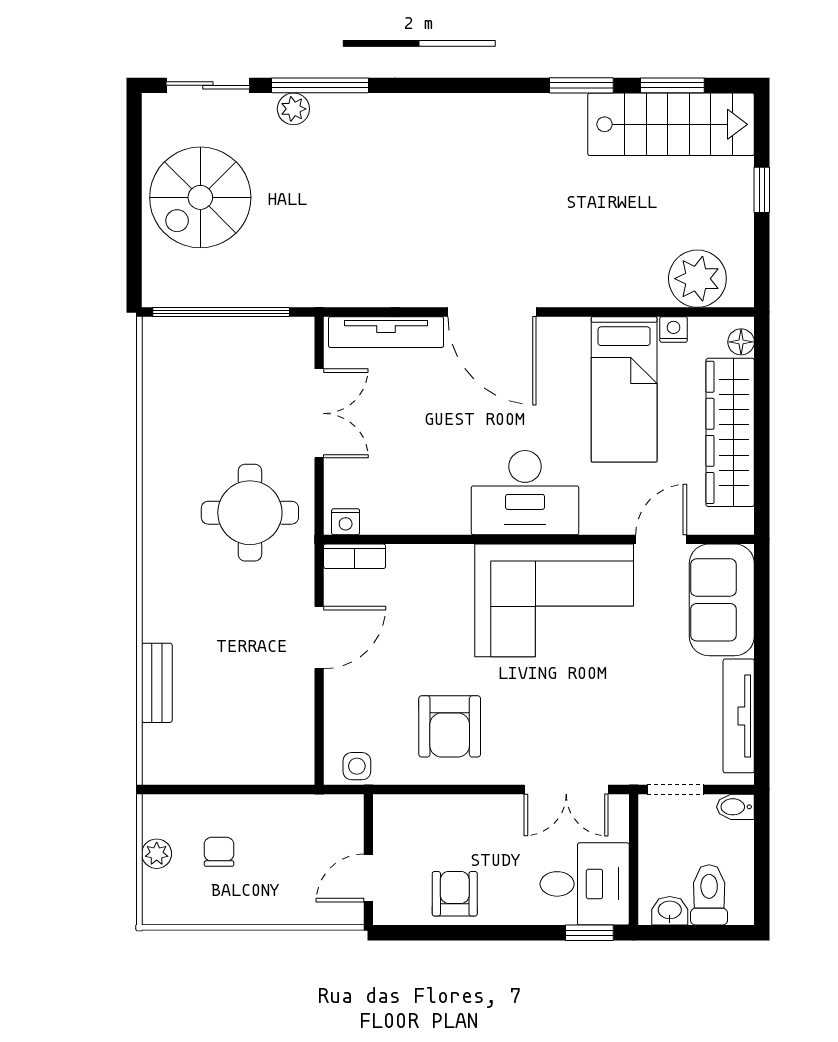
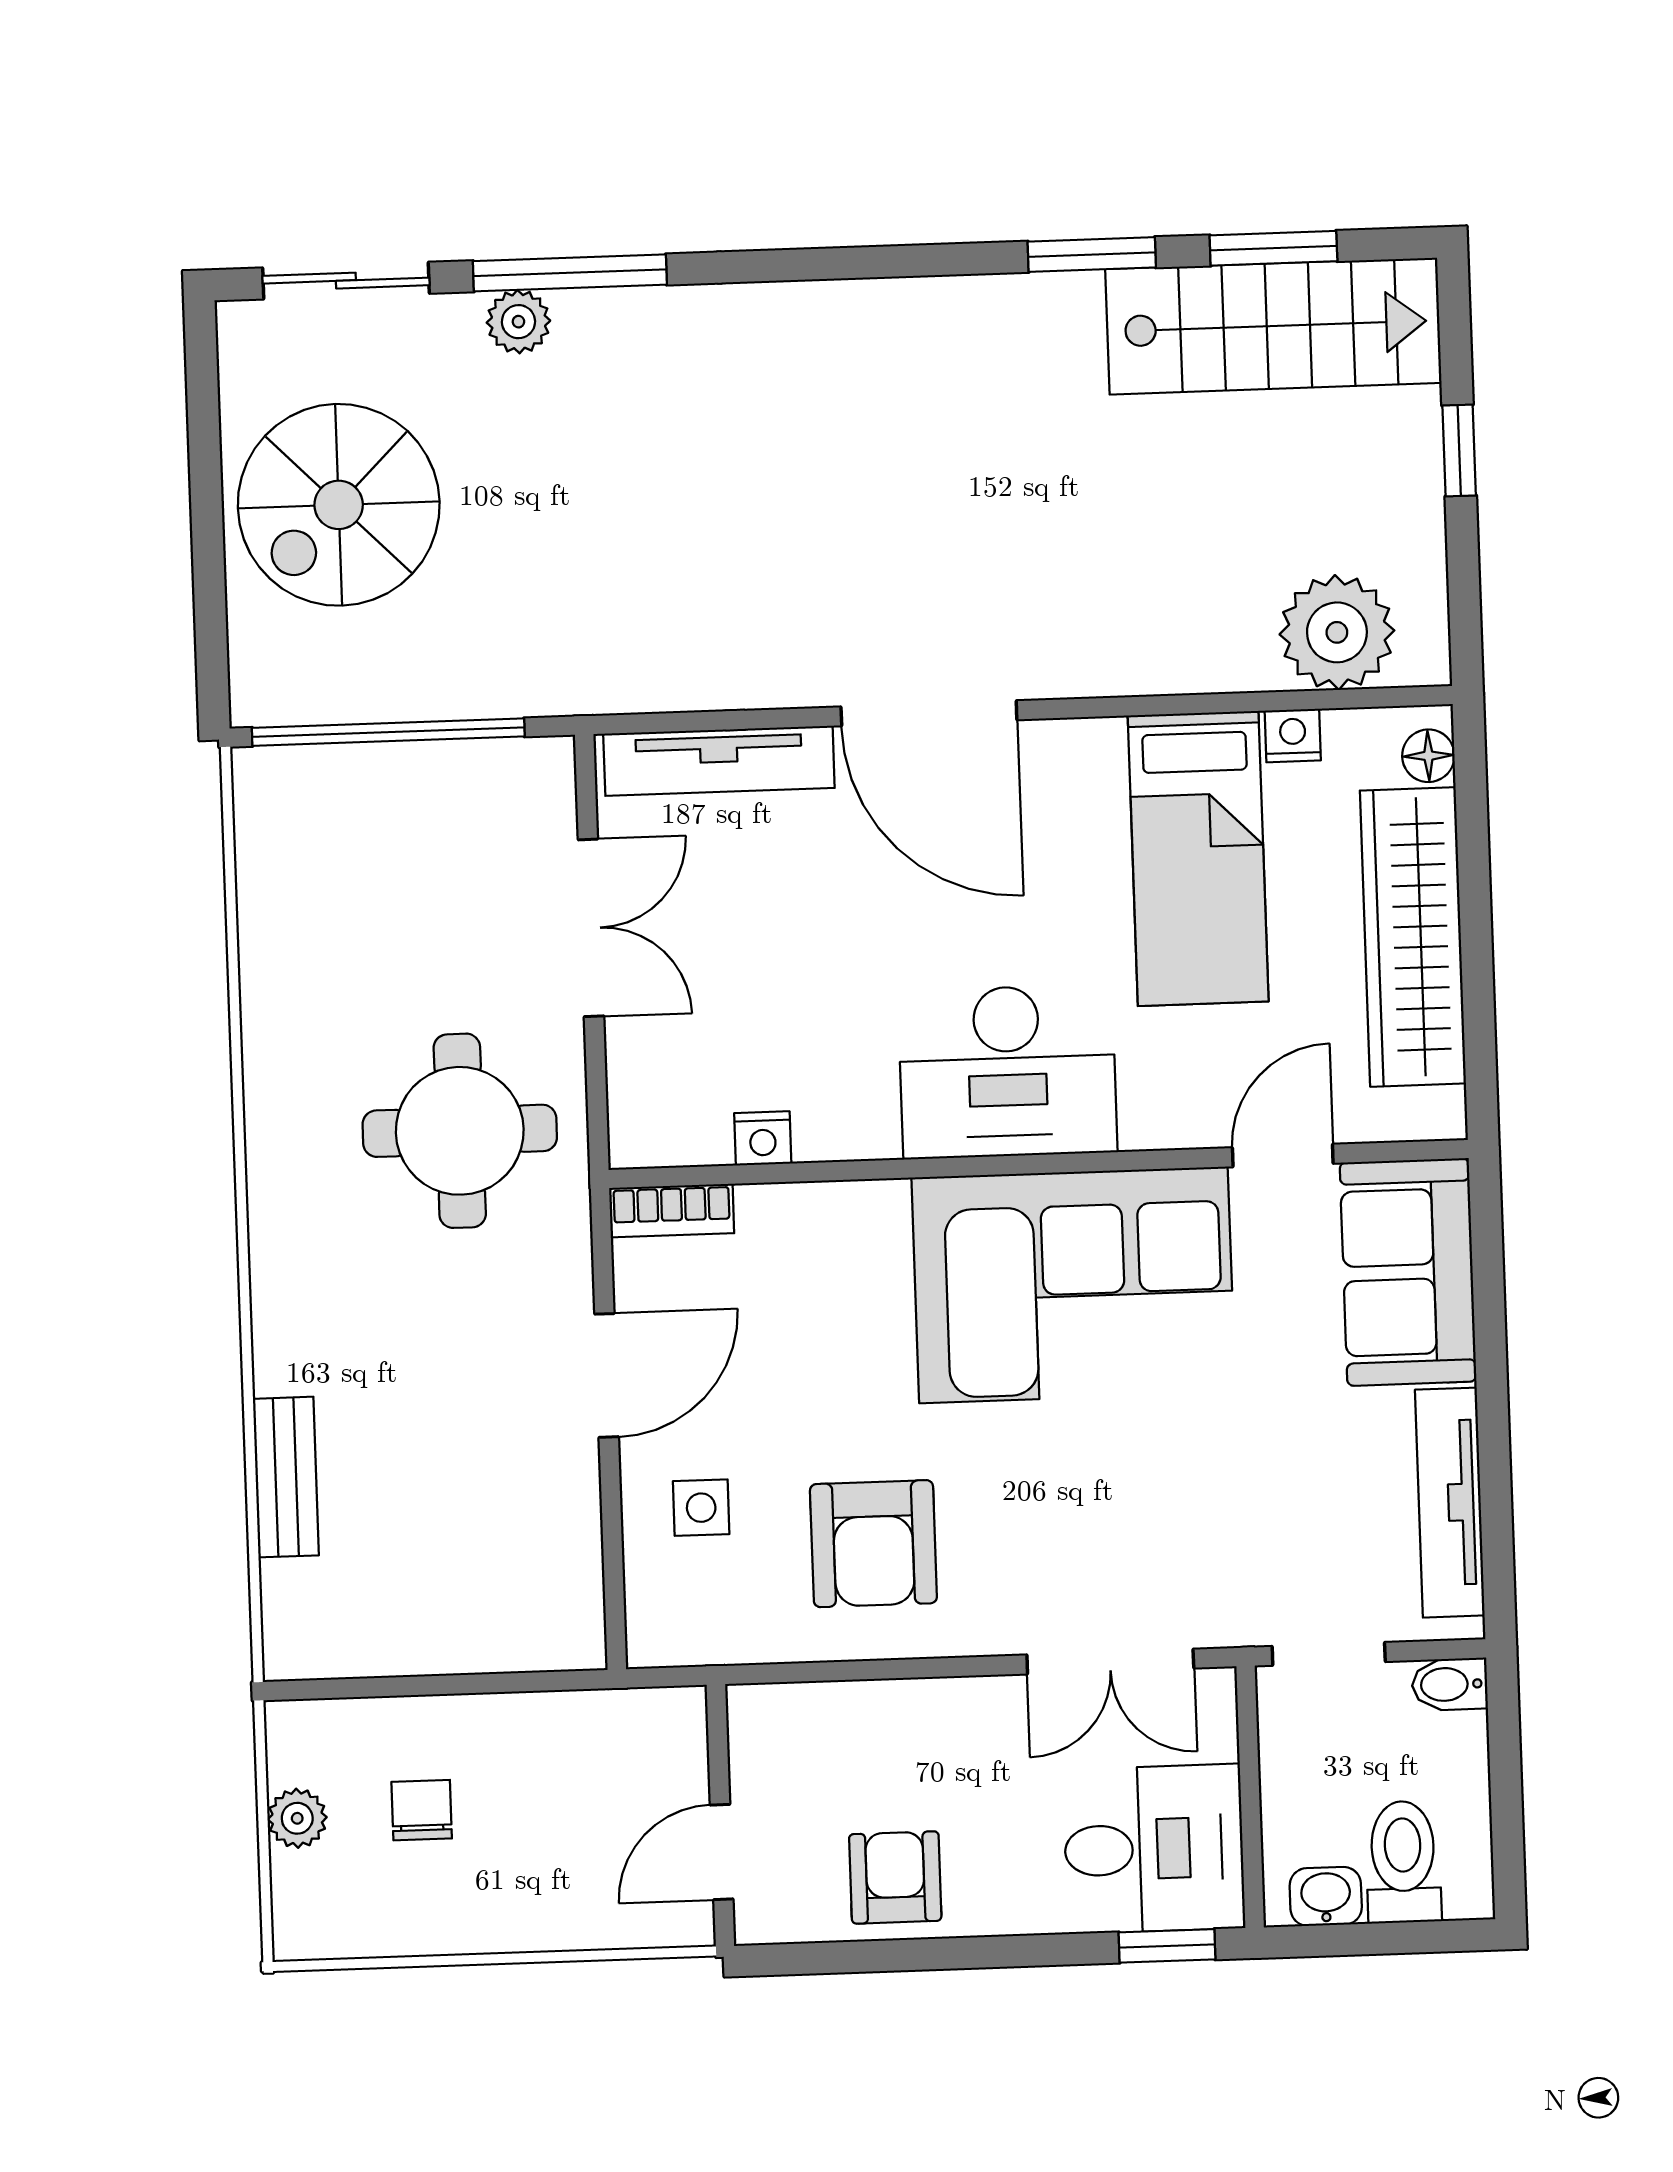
nightstand: (346, 522) -> (763, 1138), moved
side table: (357, 766) -> (701, 1508), moved

